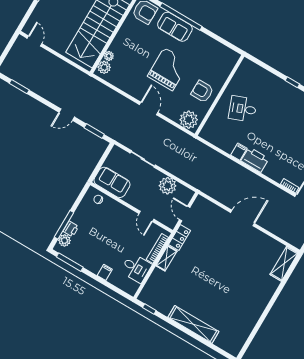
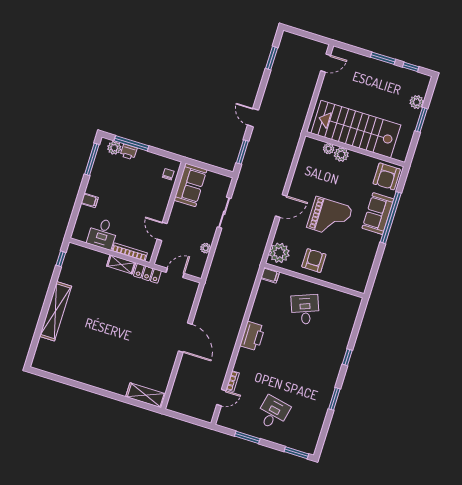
plant: (104, 67) -> (341, 154), moved
filing cabinet: (239, 152) -> (270, 275), moved
plant: (168, 186) -> (206, 248), width x0.53, depth x0.53
door: (146, 216) -> (162, 231), hinge flipped

